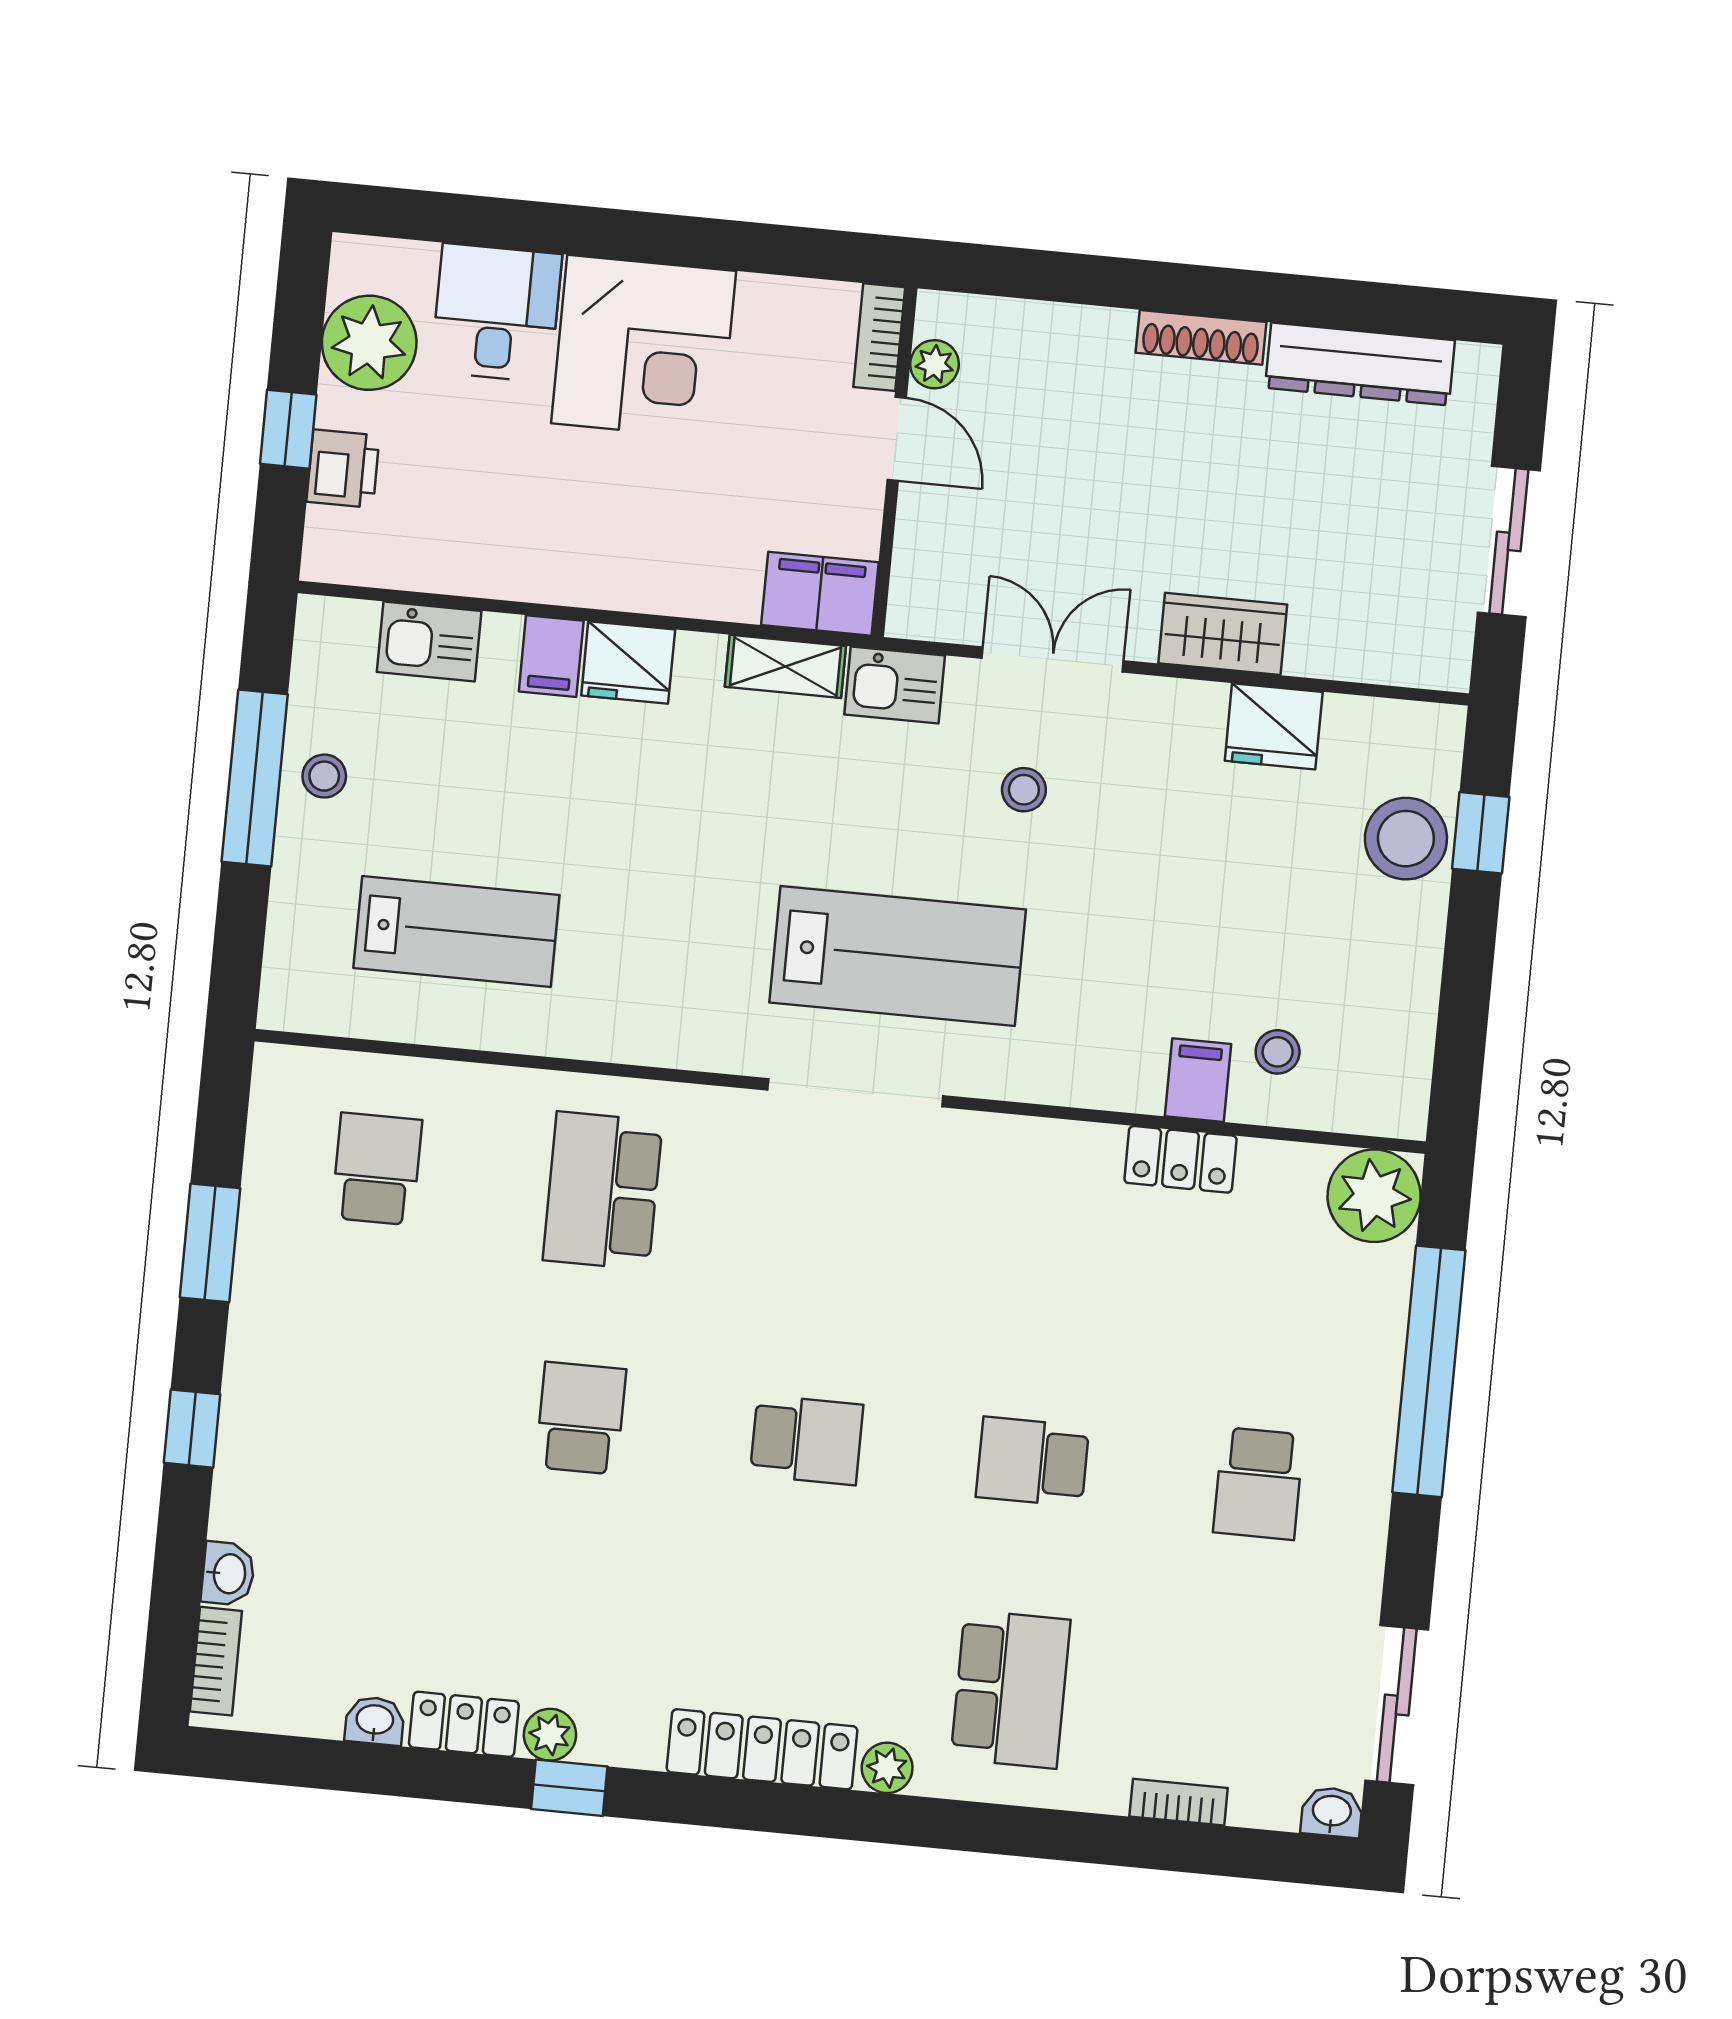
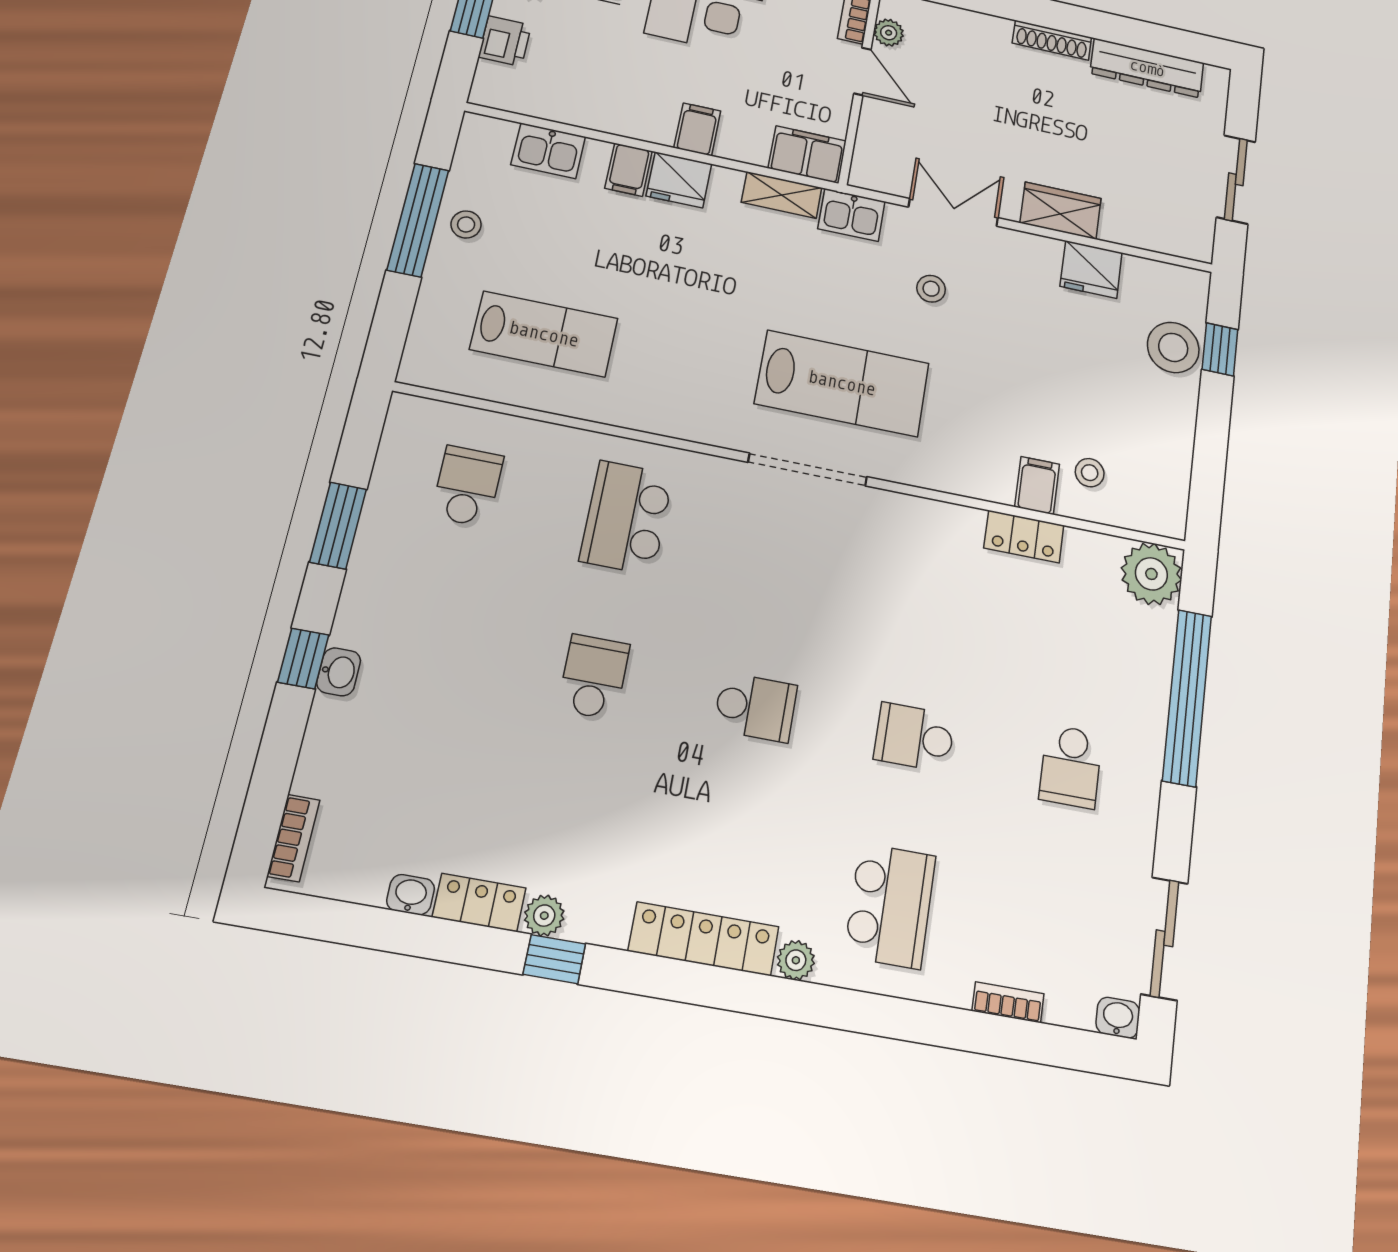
filing cabinet: (648, 575) -> (697, 129), added
washbasin: (228, 1574) -> (339, 672), moved

